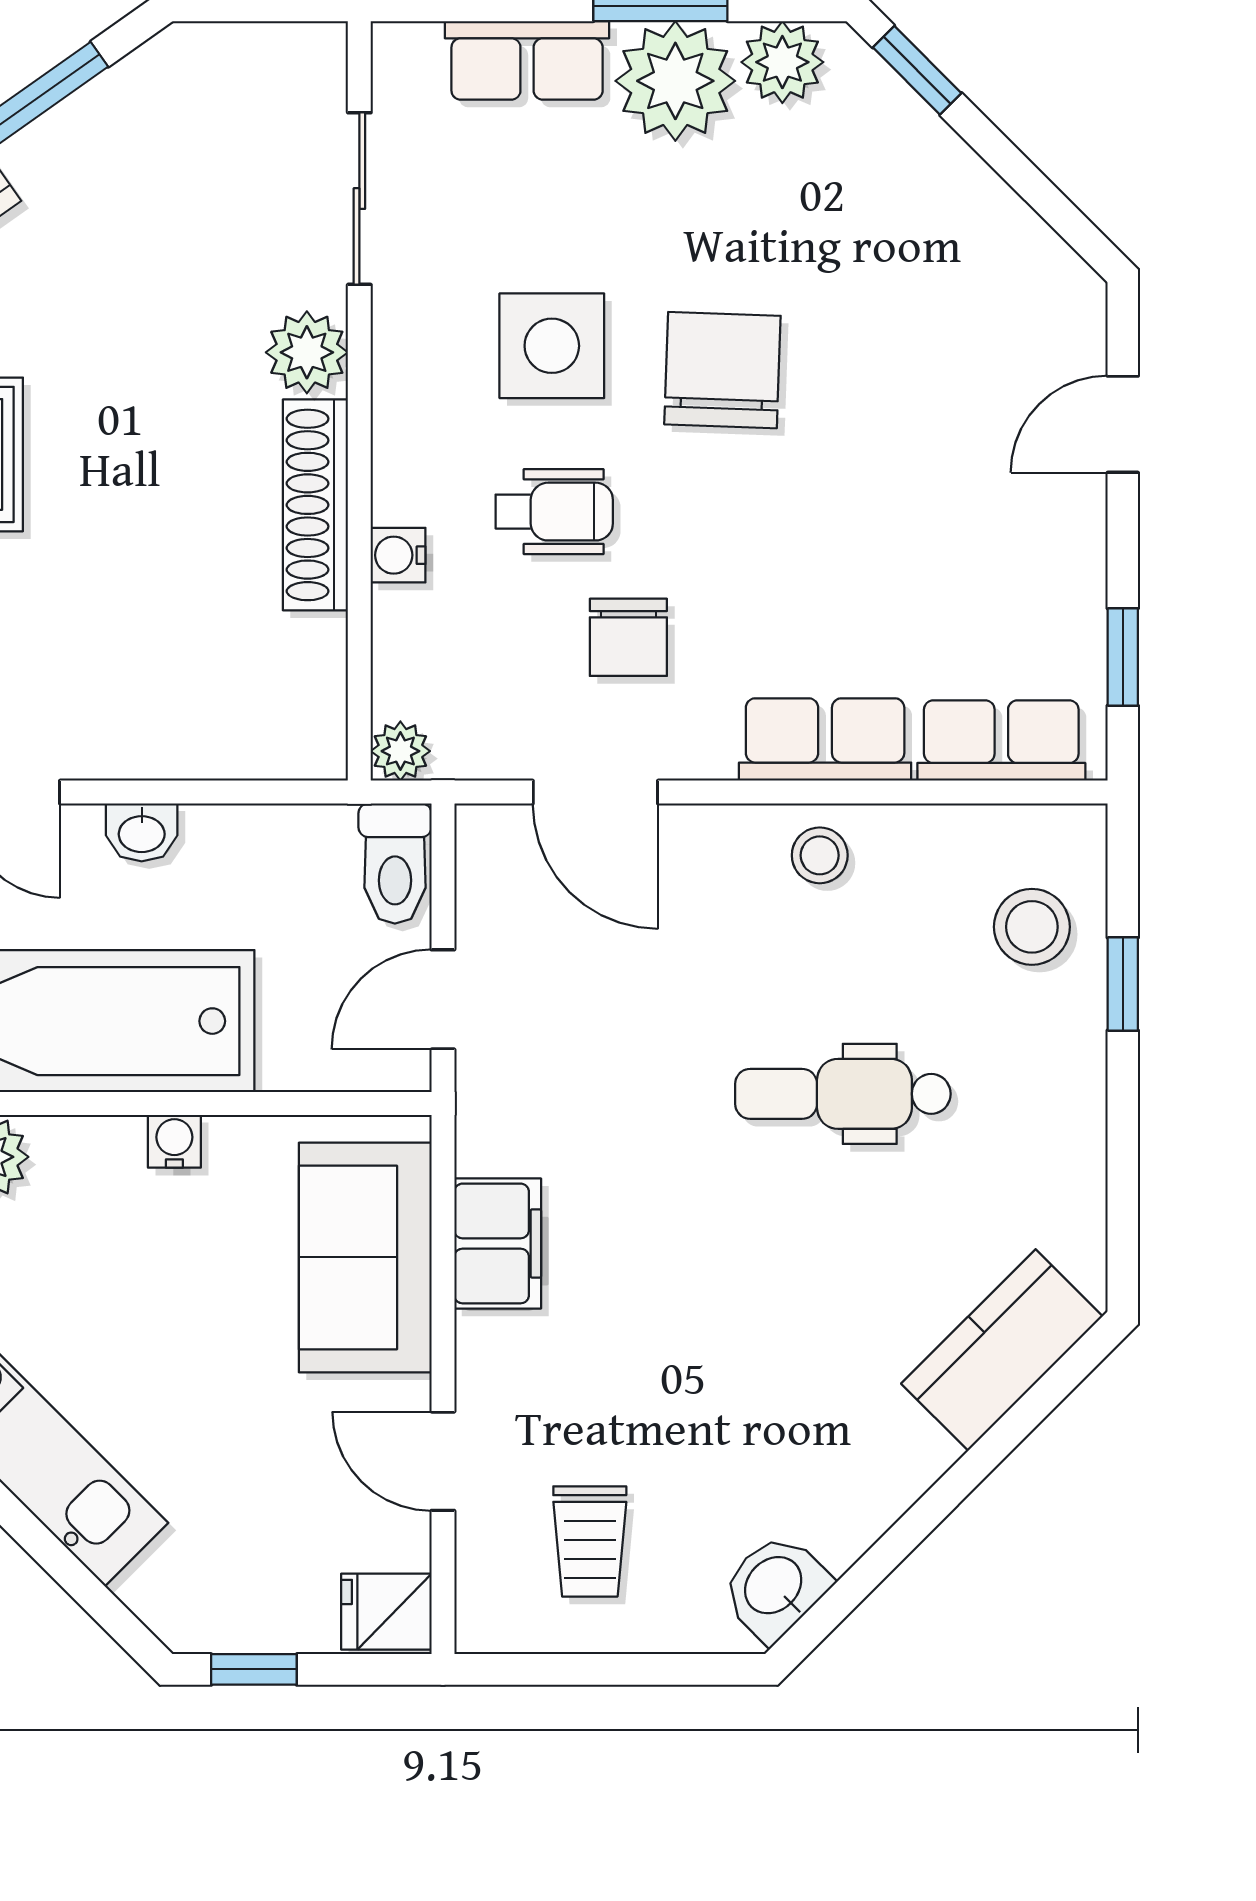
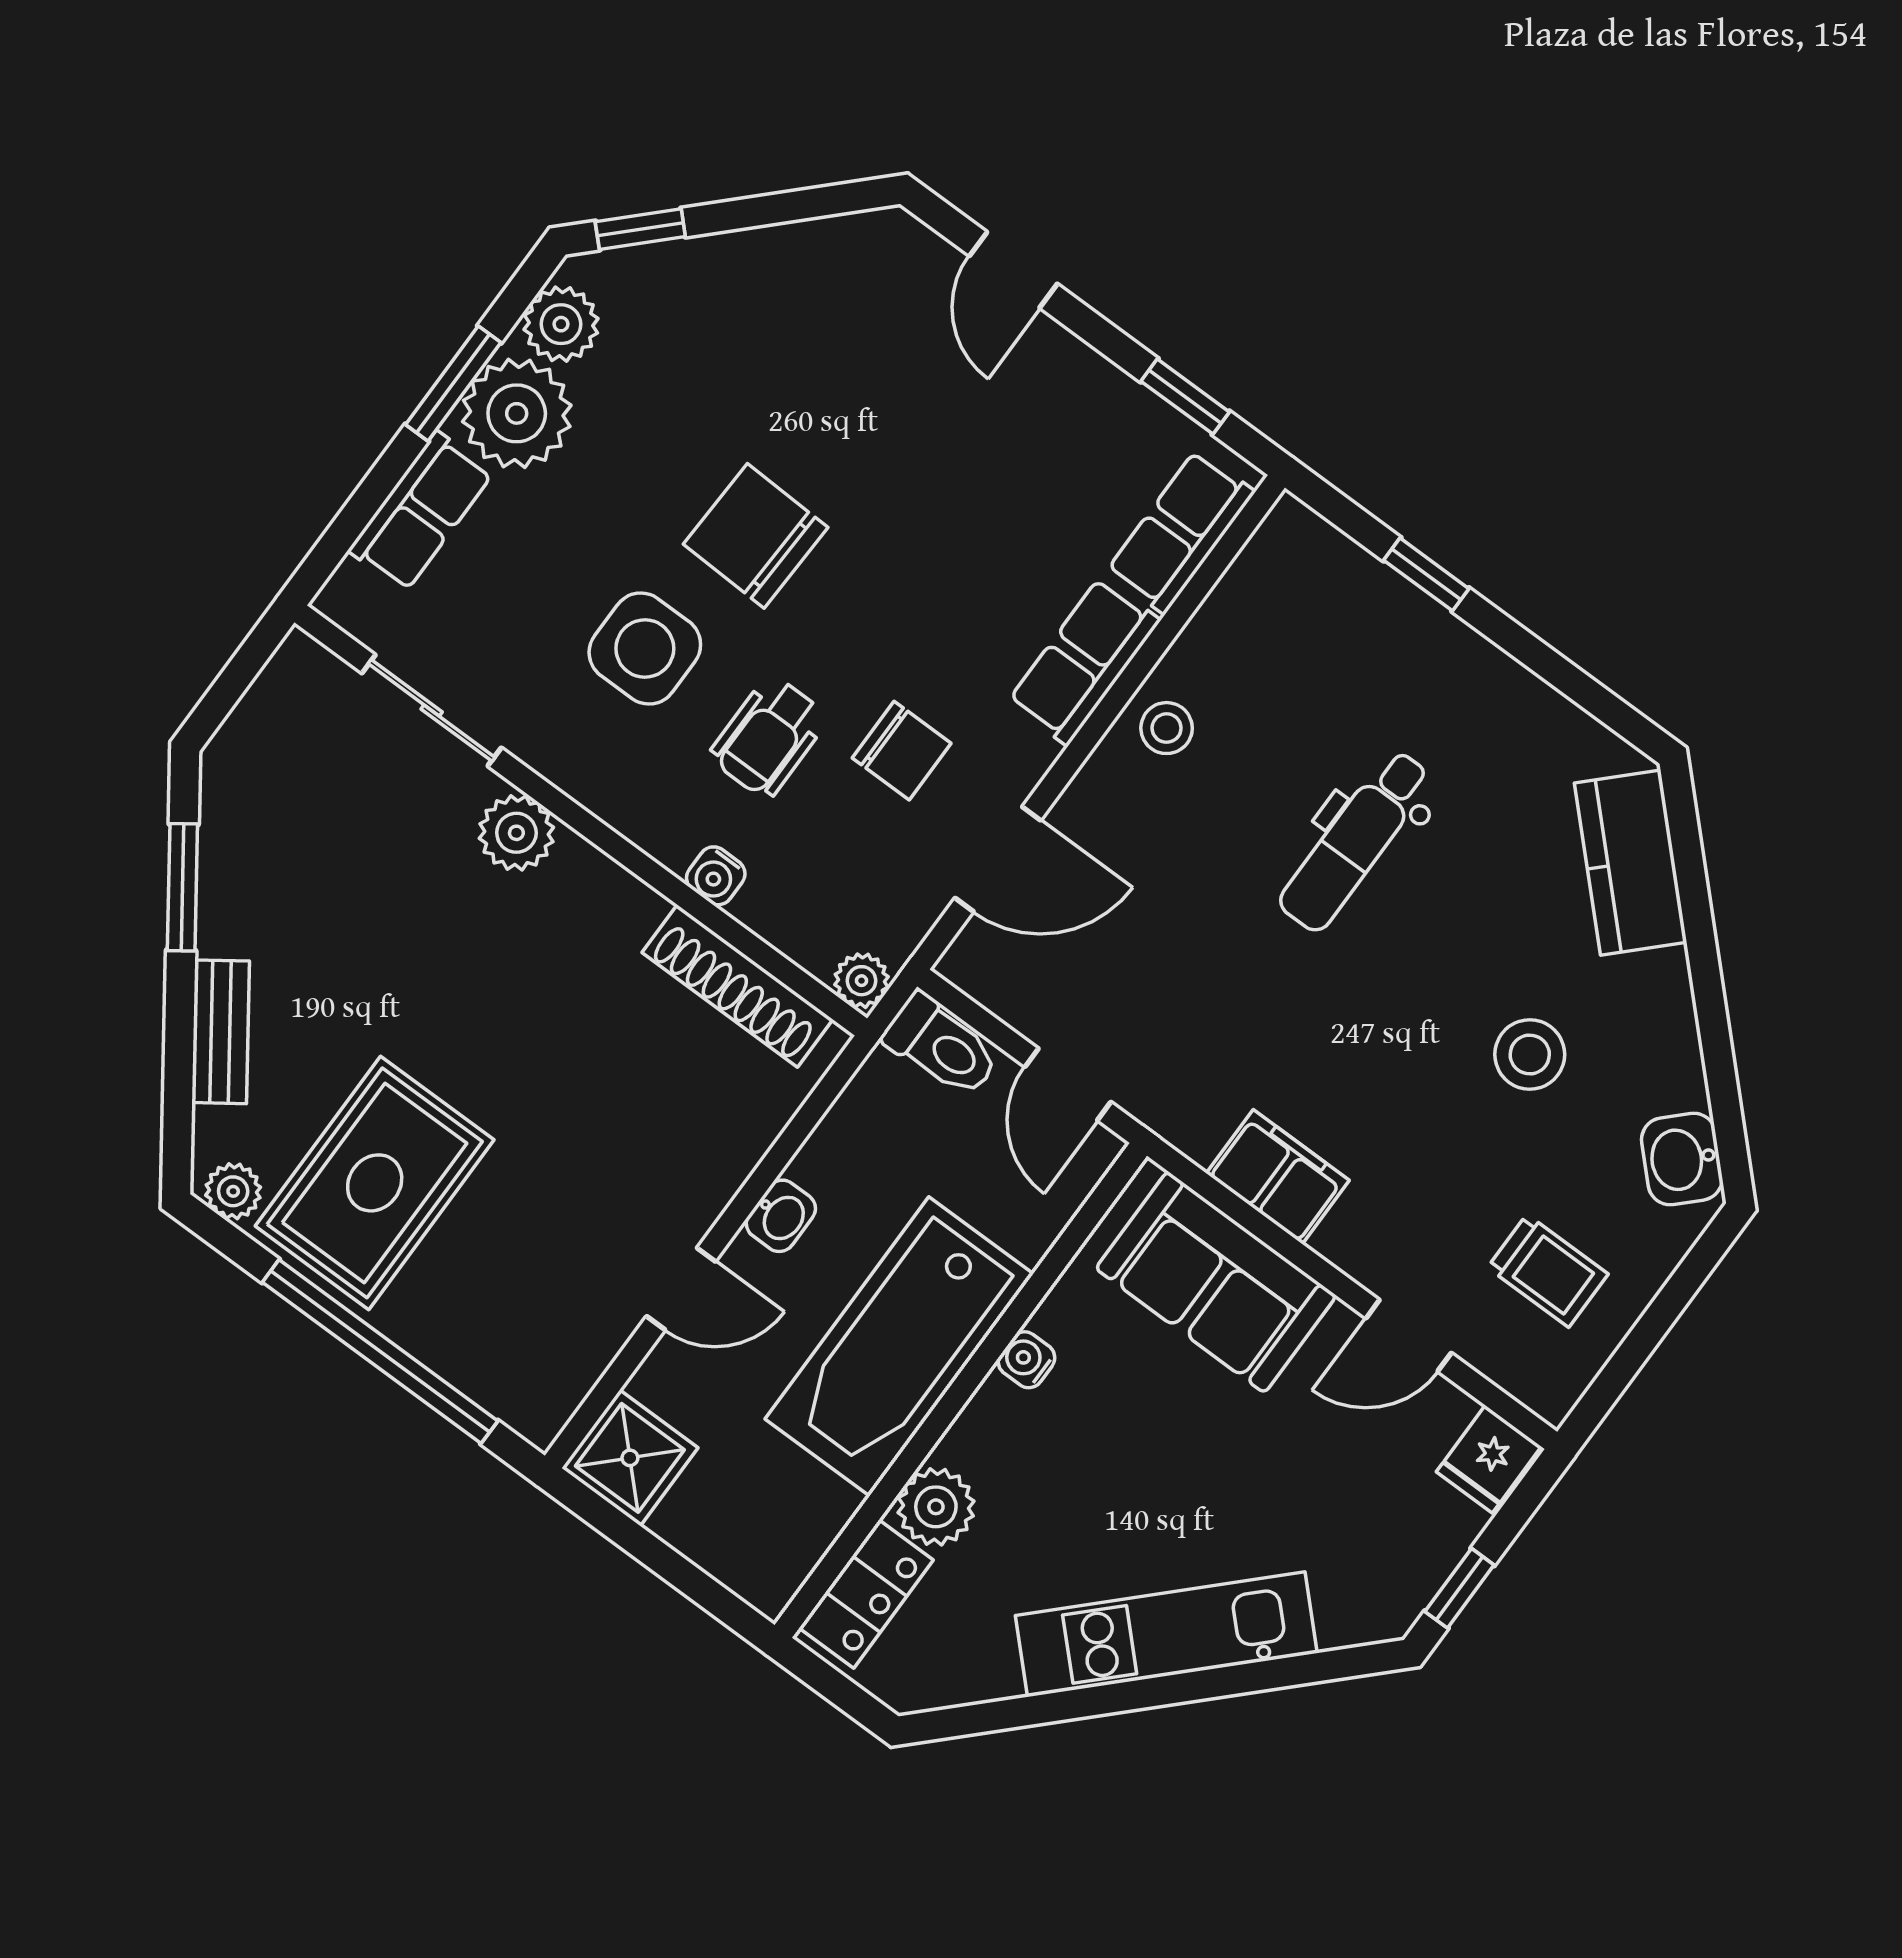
shoe rack: (315, 505) -> (737, 986), moved
wheelchair: (554, 512) -> (769, 737), turned 180
stool: (1032, 927) -> (1530, 1055), moved

